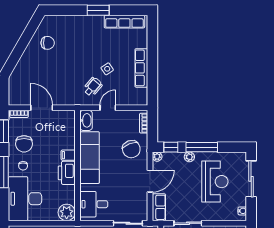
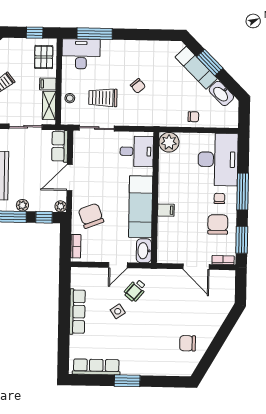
printer: (67, 173) -> (168, 189), removed

